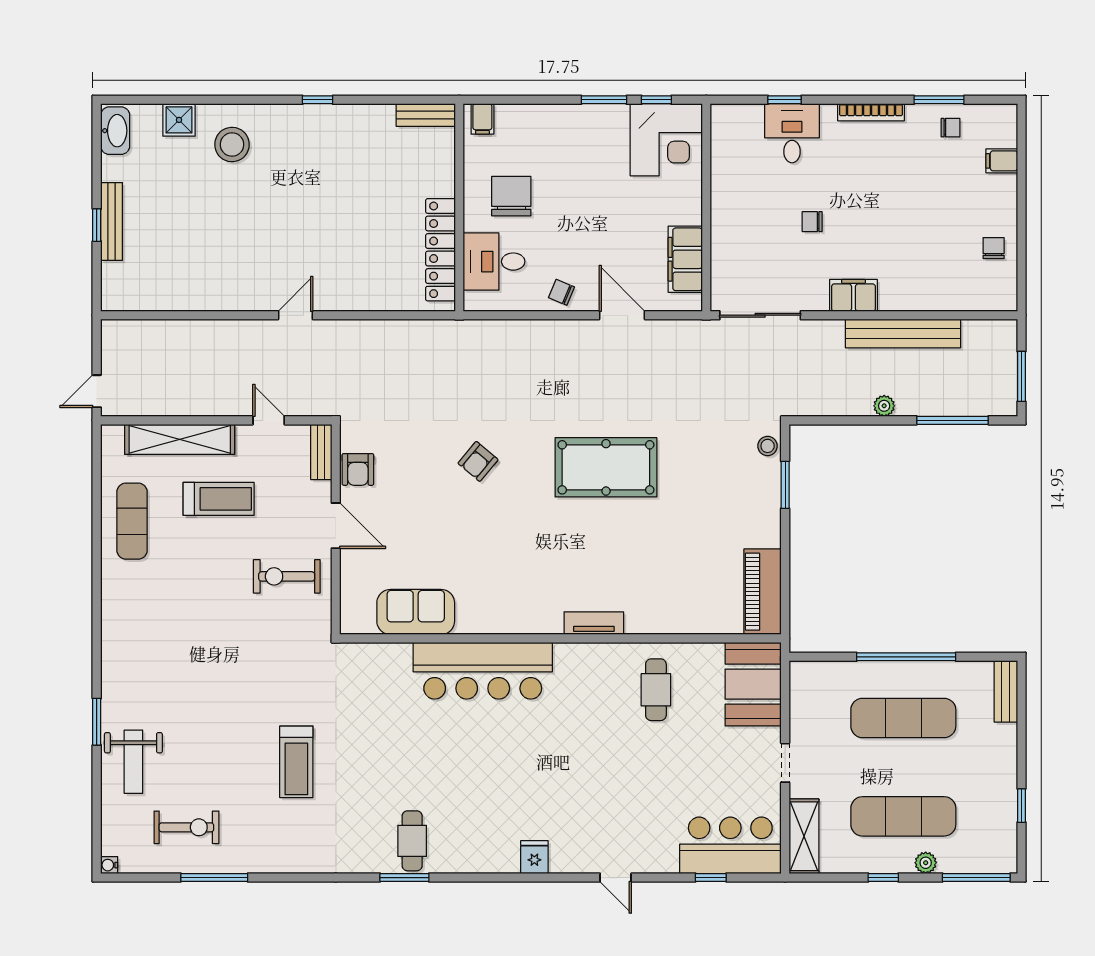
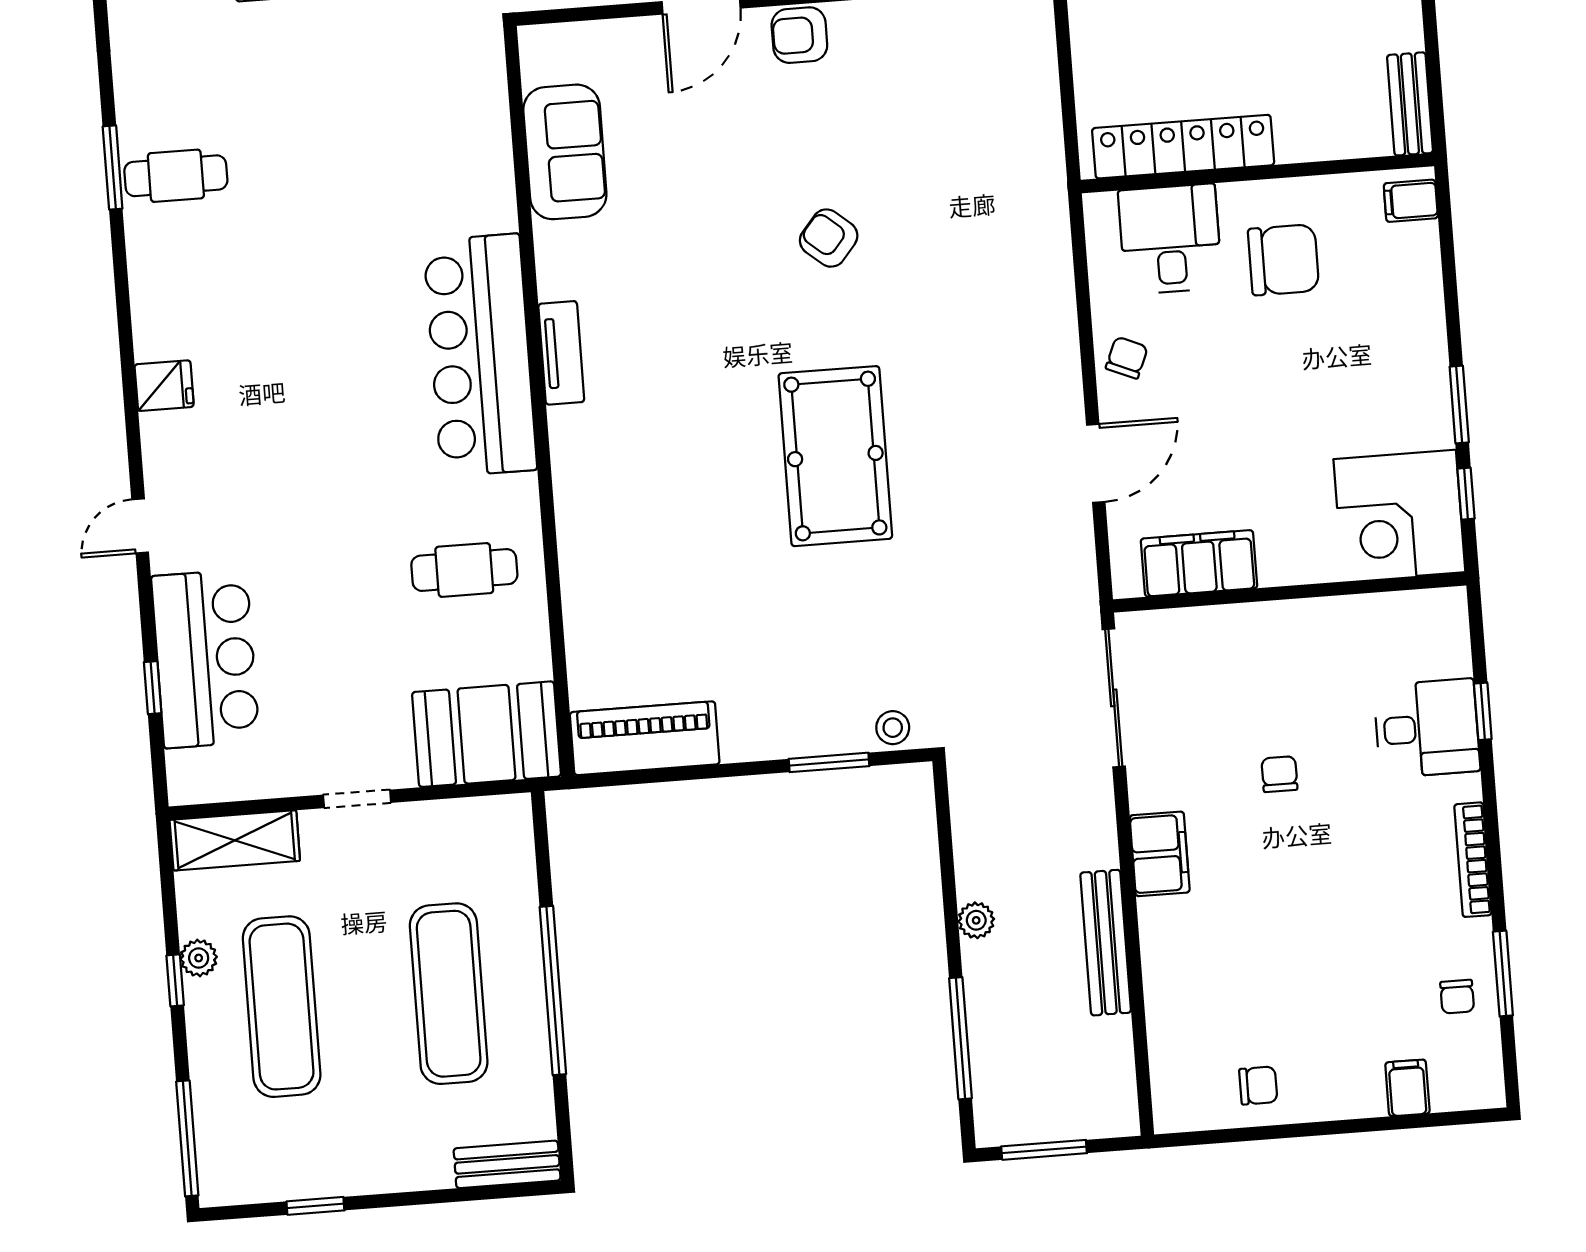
bench: (903, 333) -> (1106, 943), width x0.73, depth x0.82
tv unit: (594, 623) -> (561, 353), moved
bar counter: (483, 671) -> (480, 355), moved
bar counter: (730, 845) -> (205, 659), moved
plant: (926, 863) -> (199, 958), moved

